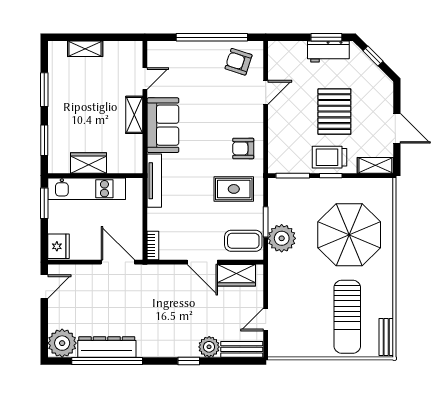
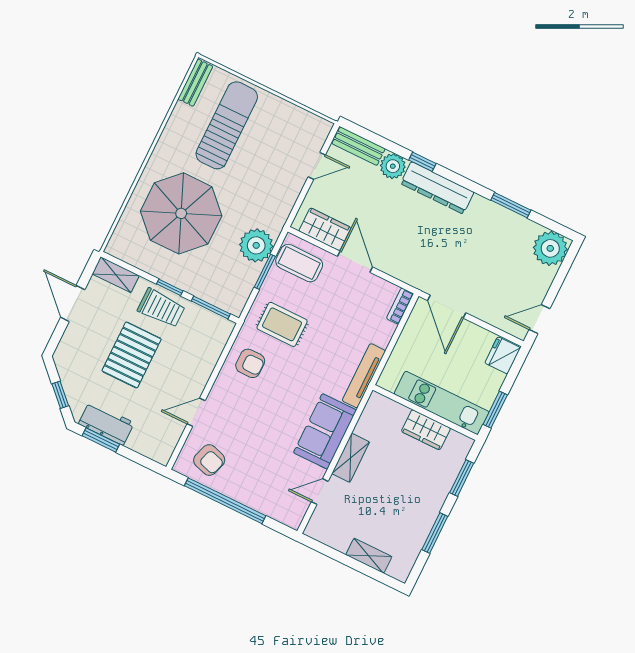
dresser: (107, 347) -> (437, 188), moved
window: (107, 361) -> (511, 205), width x0.47

